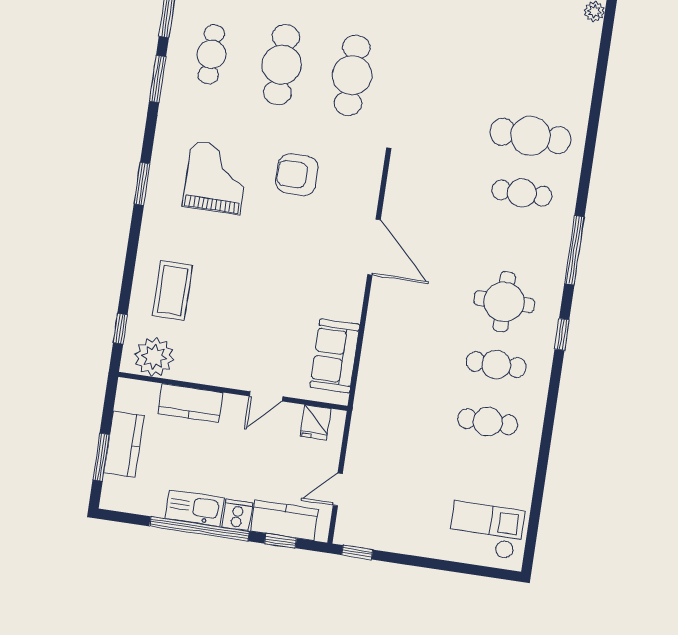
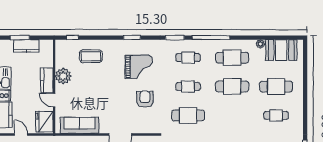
cafe table: (282, 65) -> (188, 87), width x0.73, depth x0.74
sofa: (335, 356) -> (80, 125), width x1.36
plant: (154, 357) -> (63, 76), moved
kitchen counter: (190, 403) -> (47, 80), moved
fridge: (316, 422) -> (44, 122), width x1.88, depth x1.34

